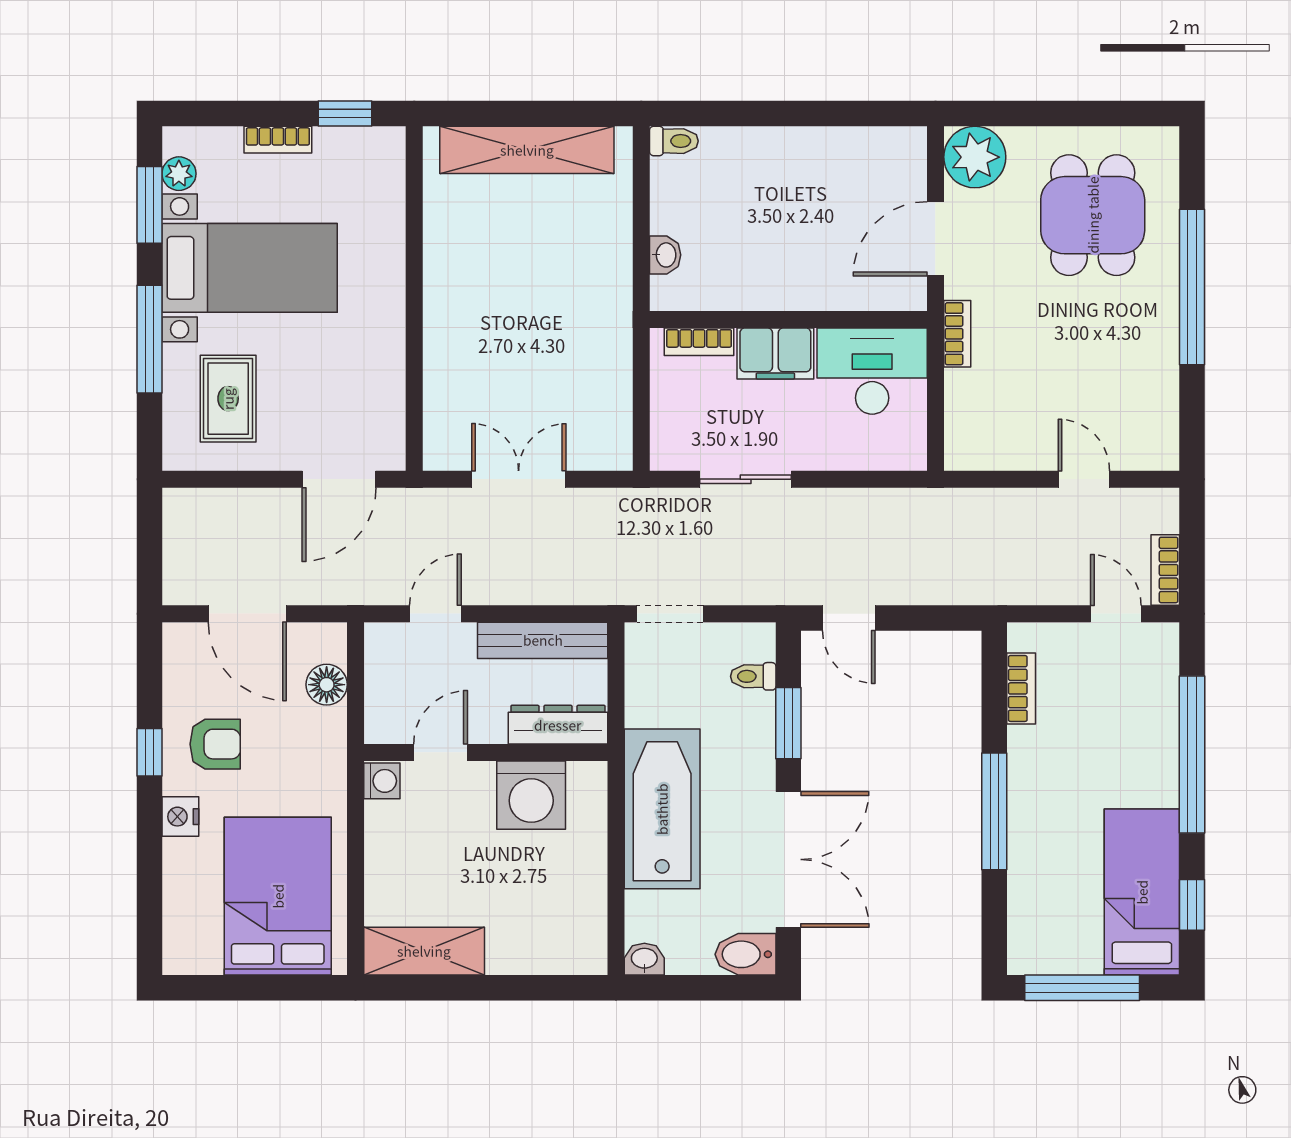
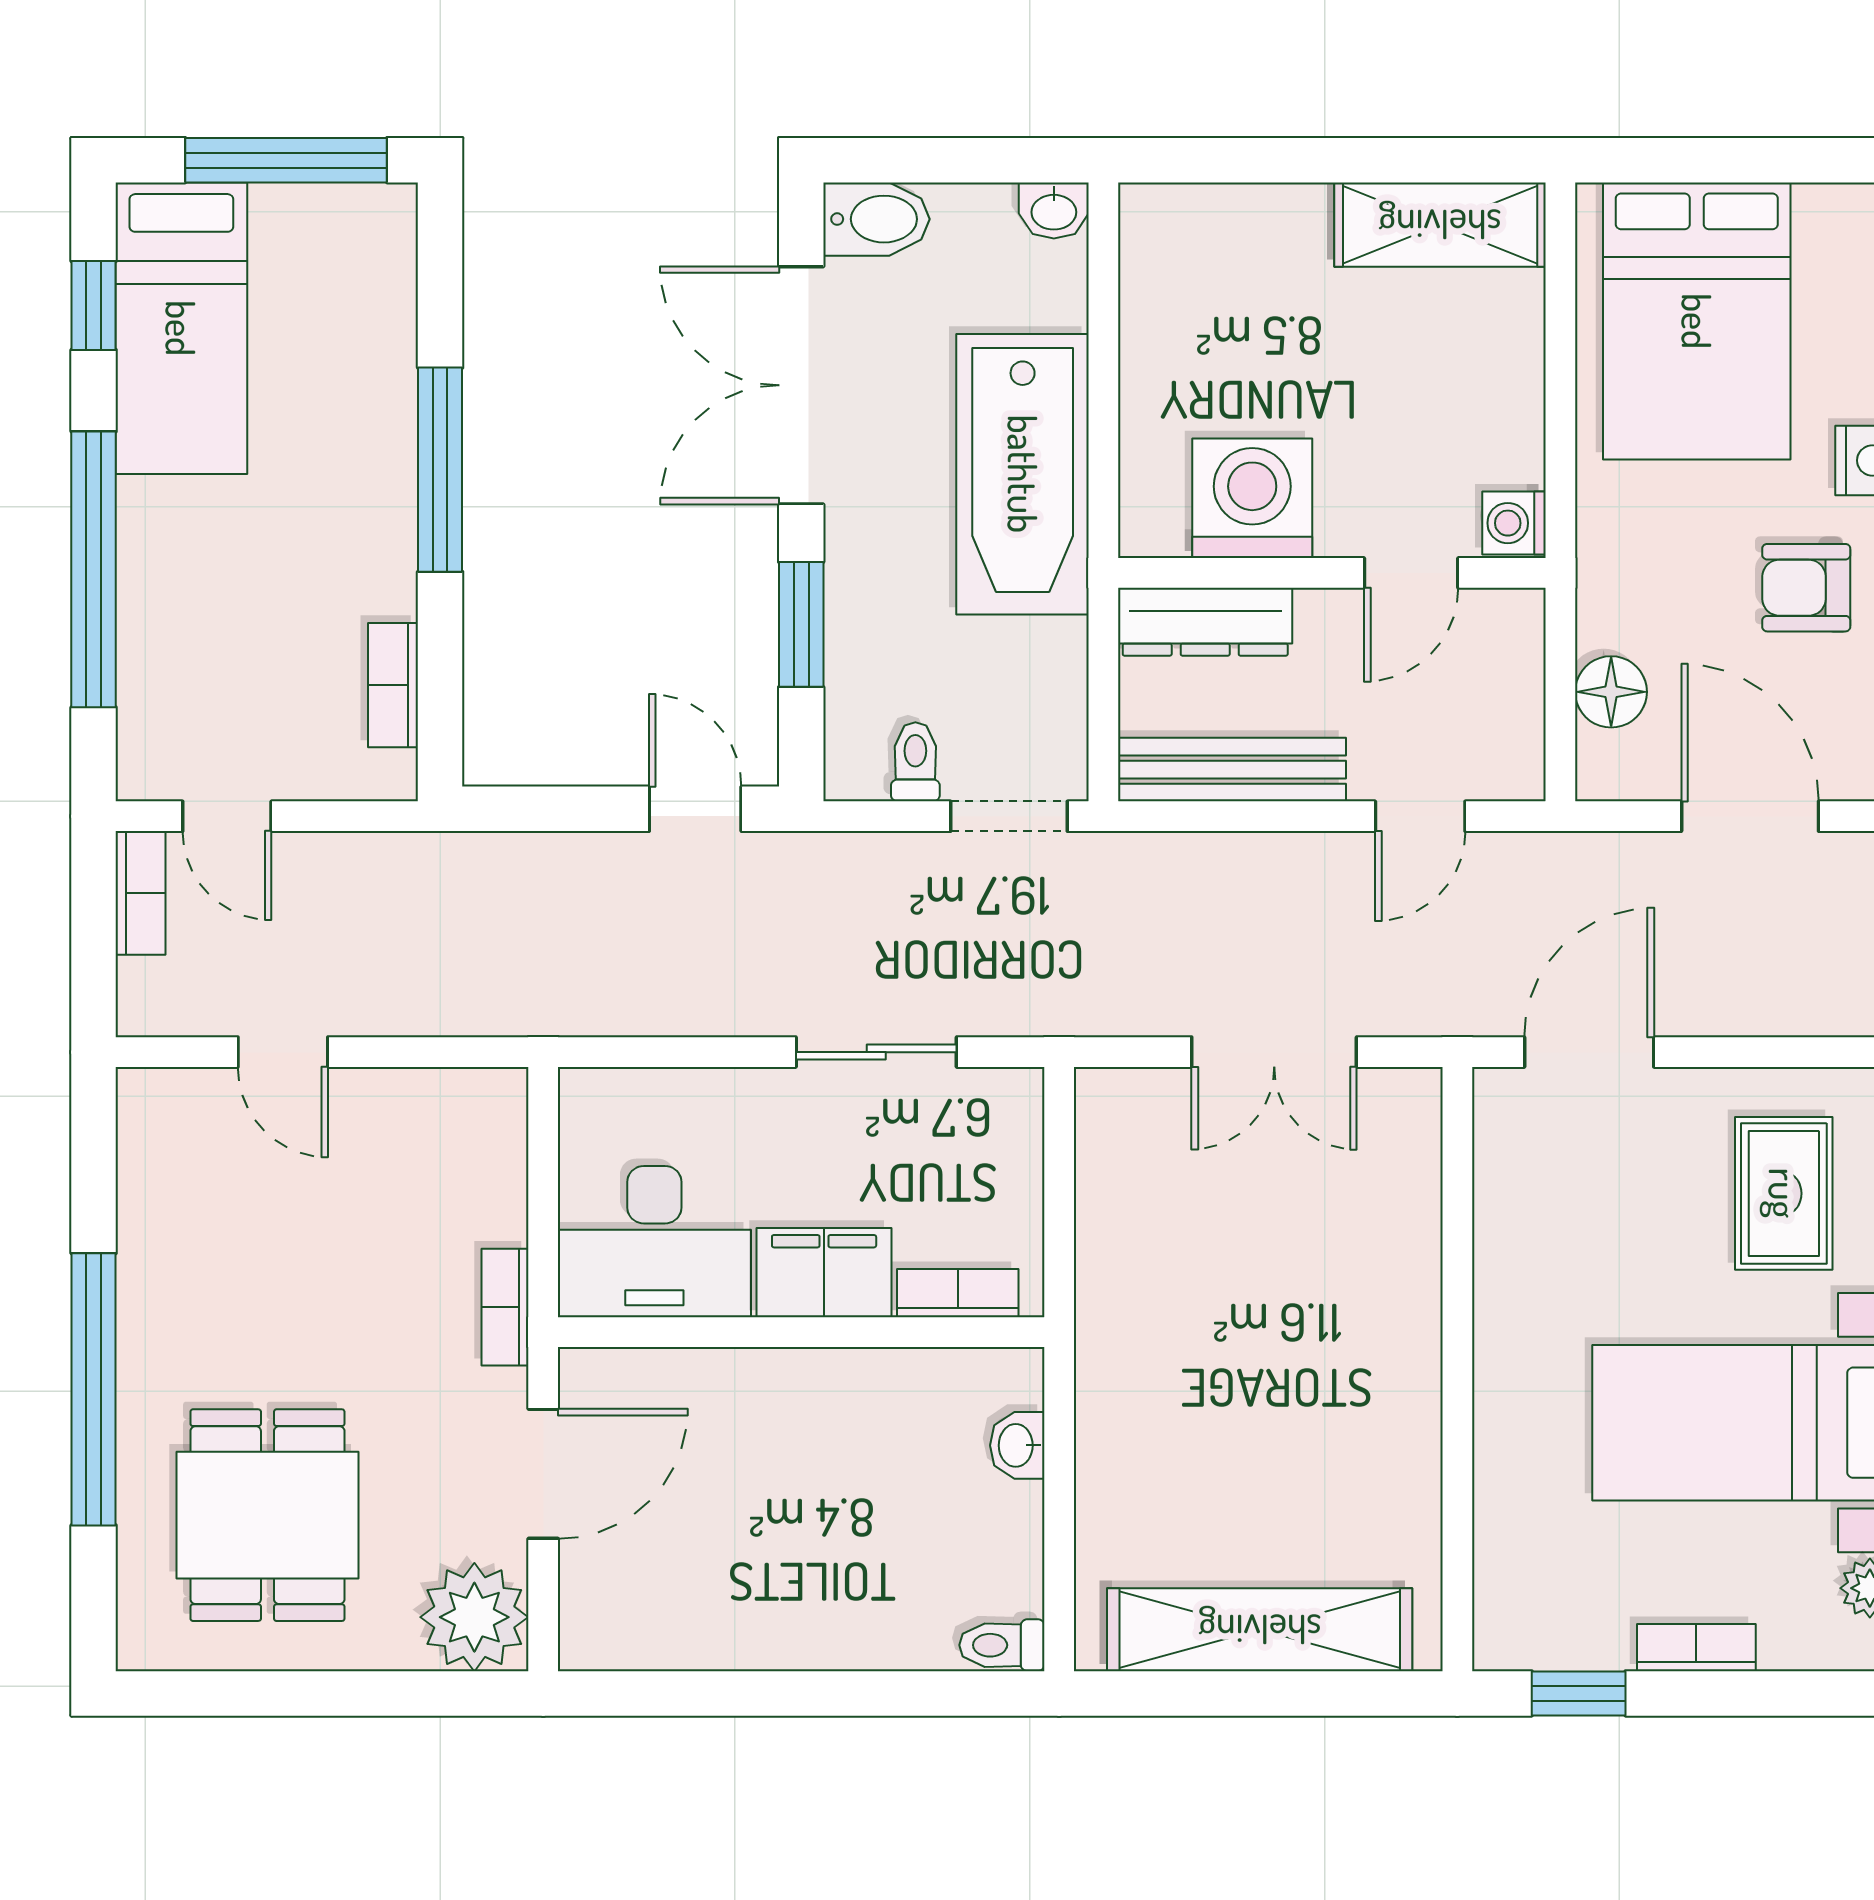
toilet: (753, 676) -> (915, 762), moved, turned -90

